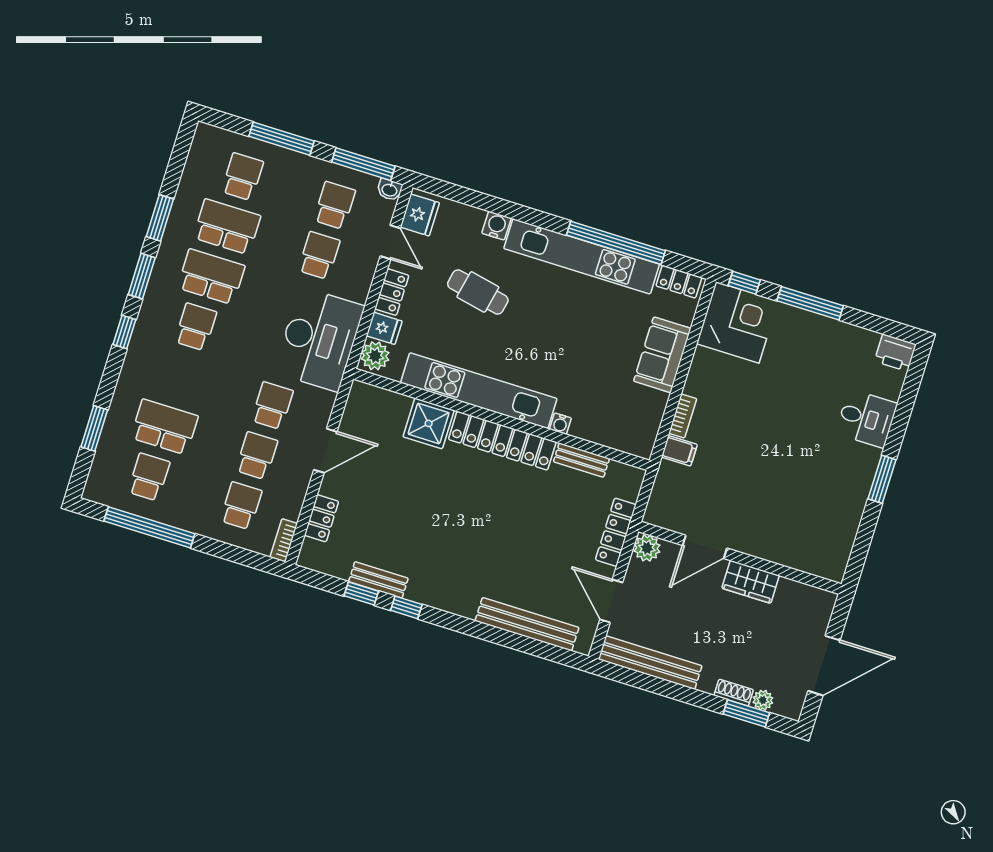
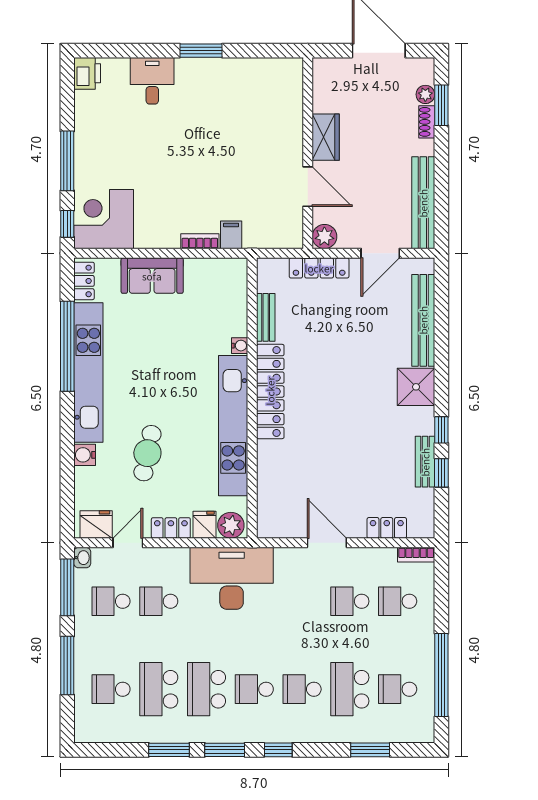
school desk: (272, 406) -> (302, 689), moved
shower: (429, 423) -> (416, 387), moved

